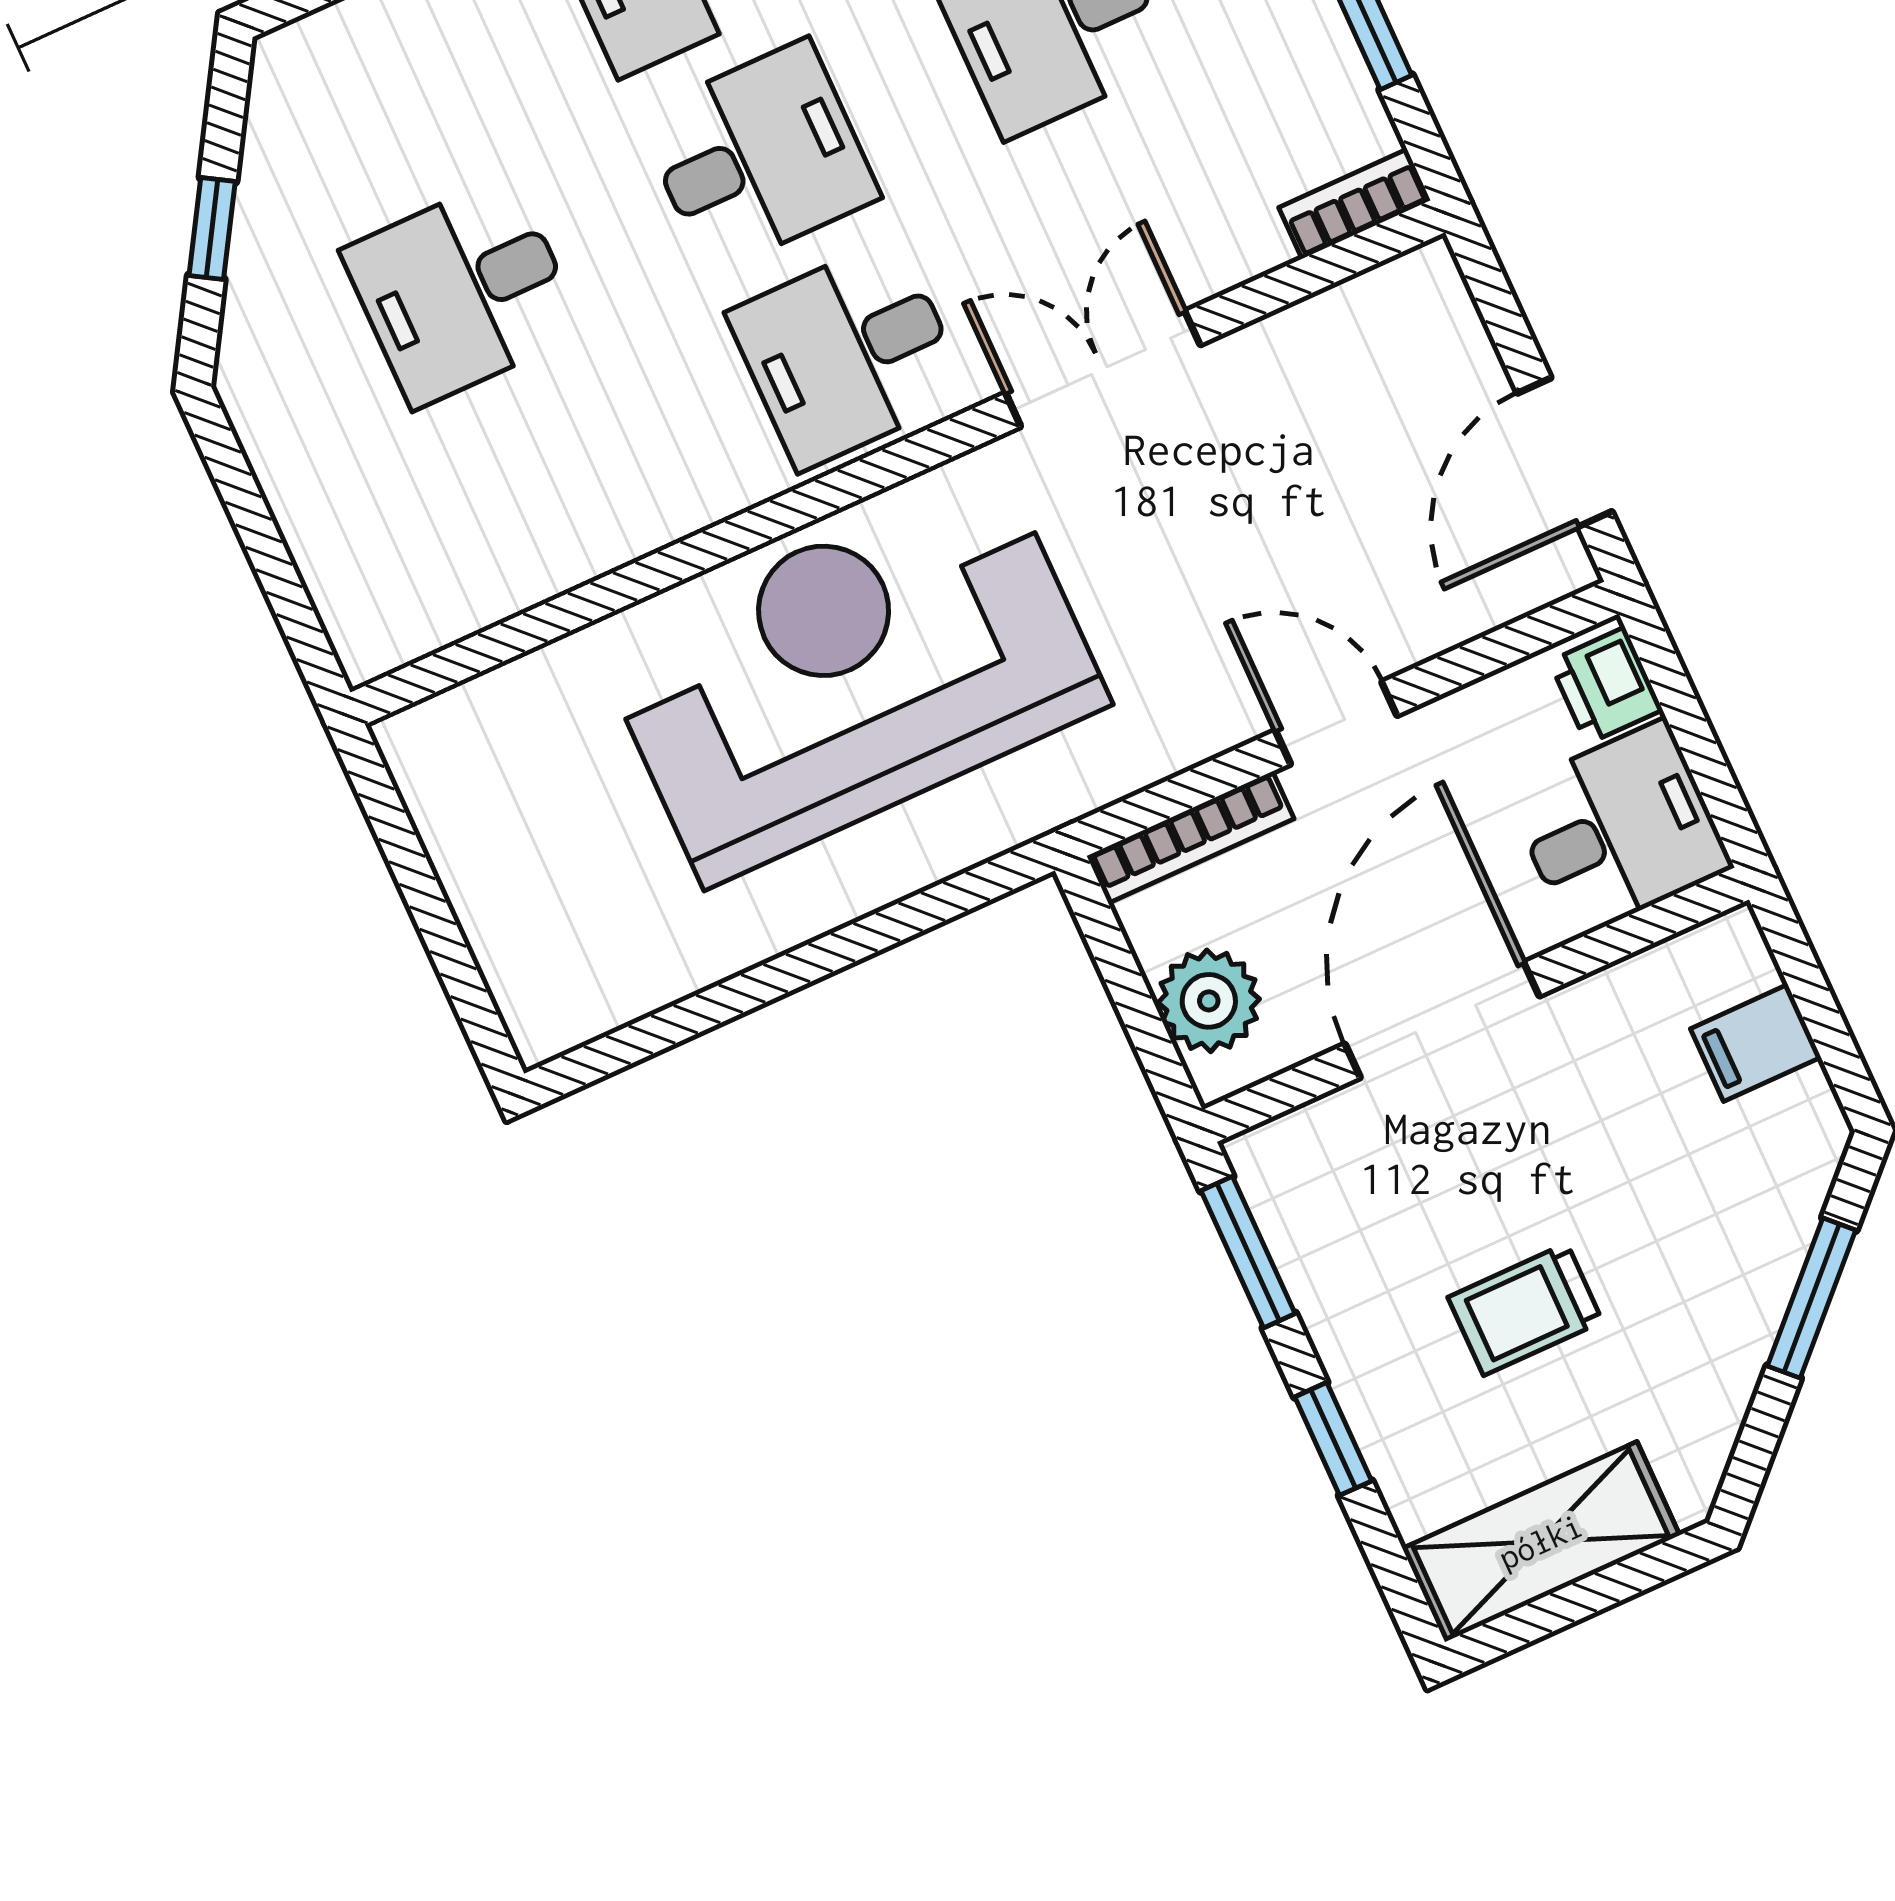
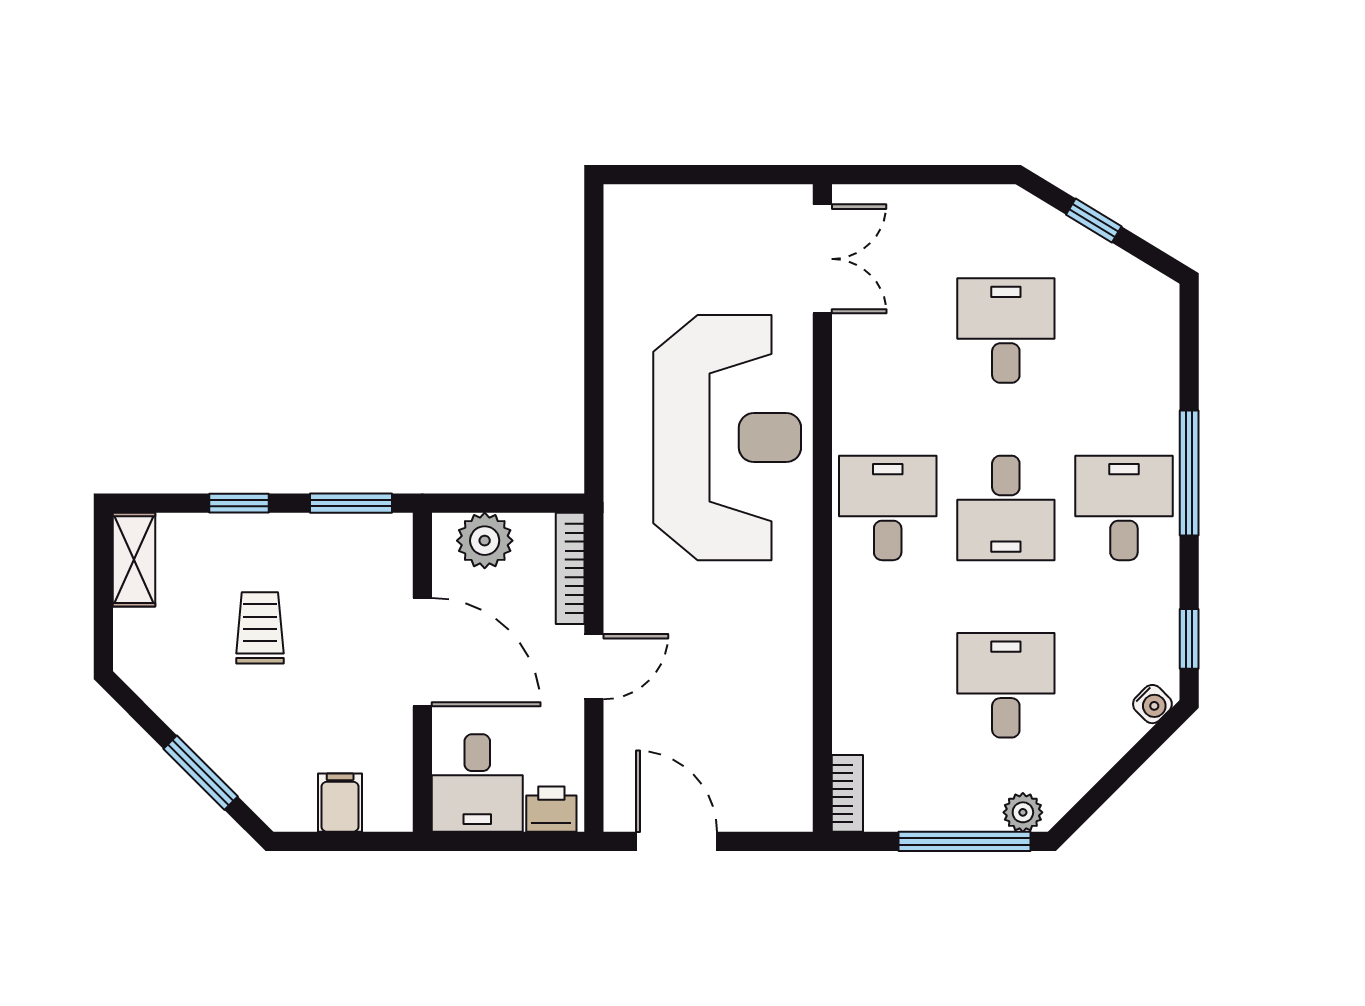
double door: (1103, 369) -> (822, 259), moved
shelving: (1541, 1542) -> (134, 560), width x0.67, depth x0.75

